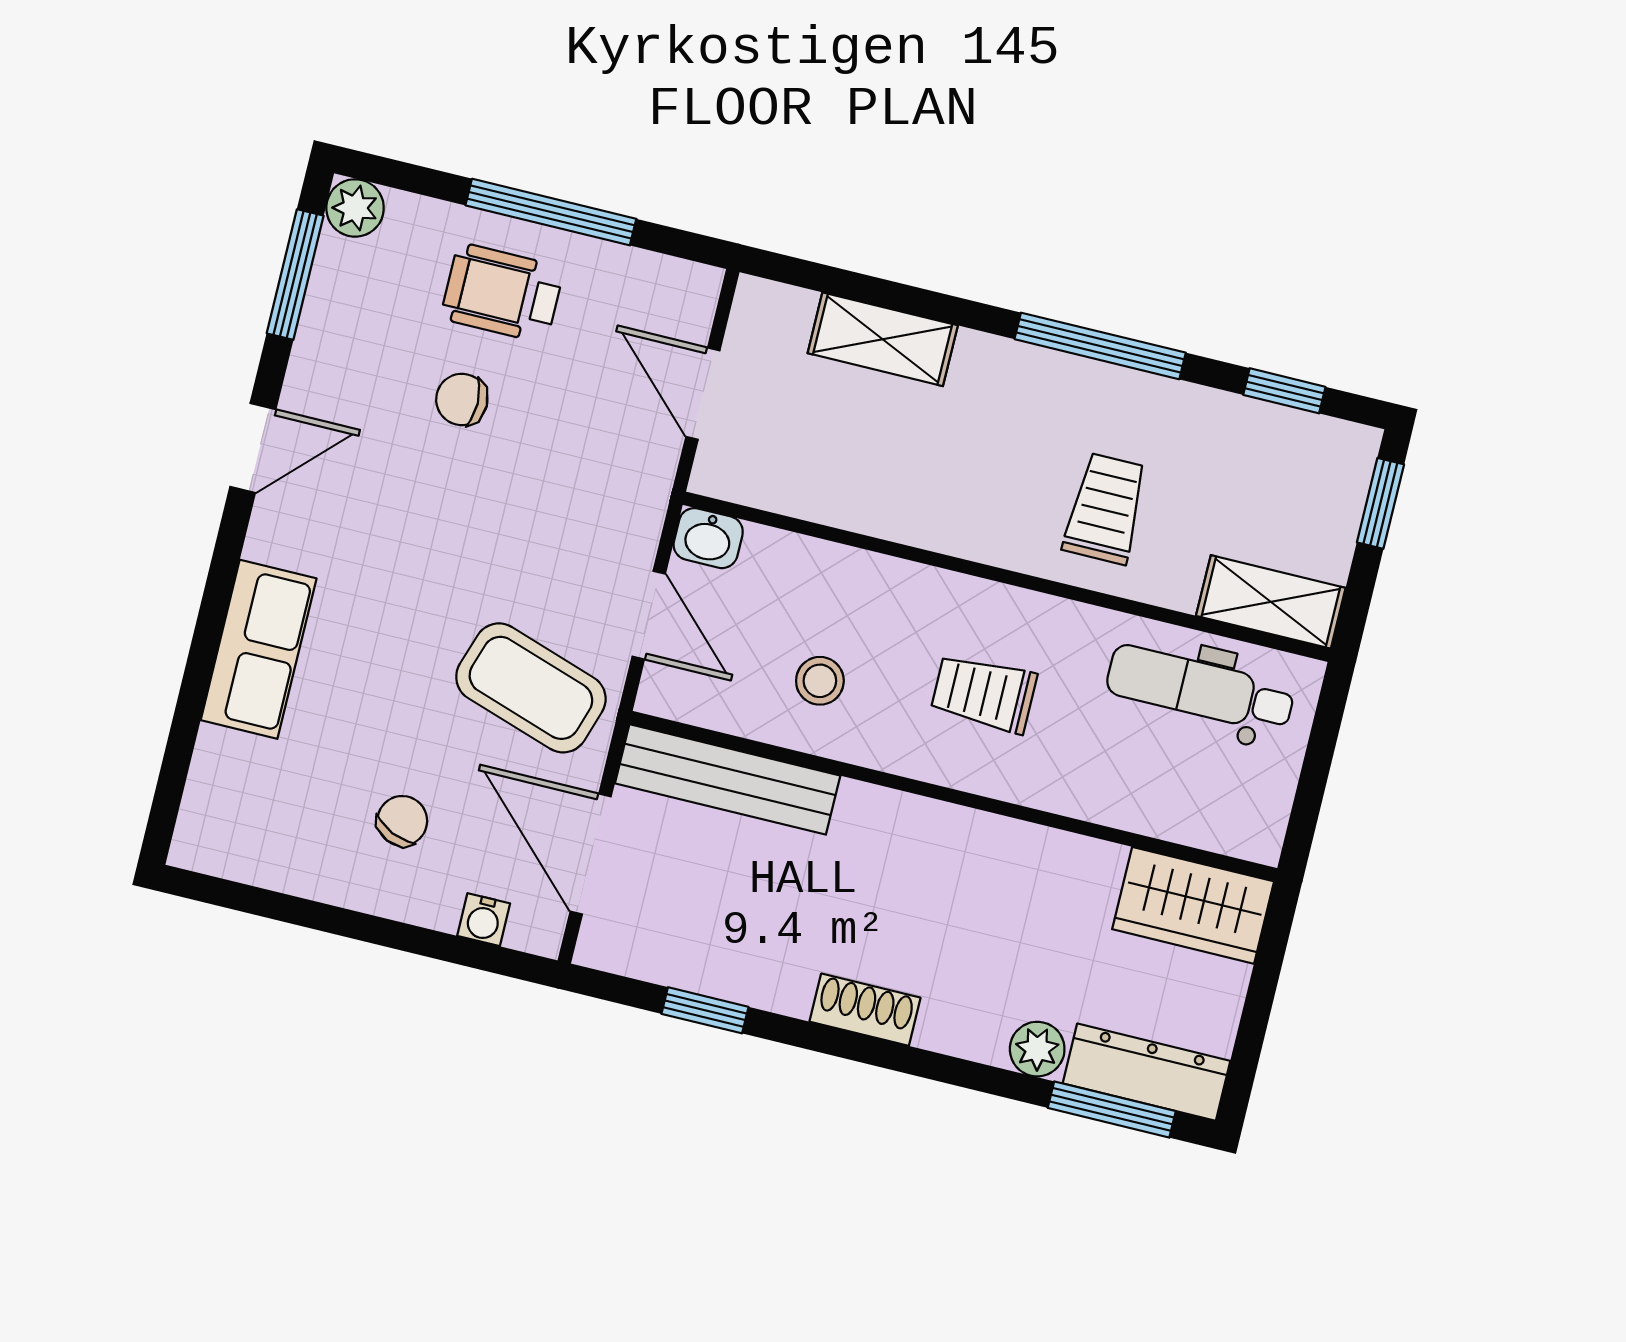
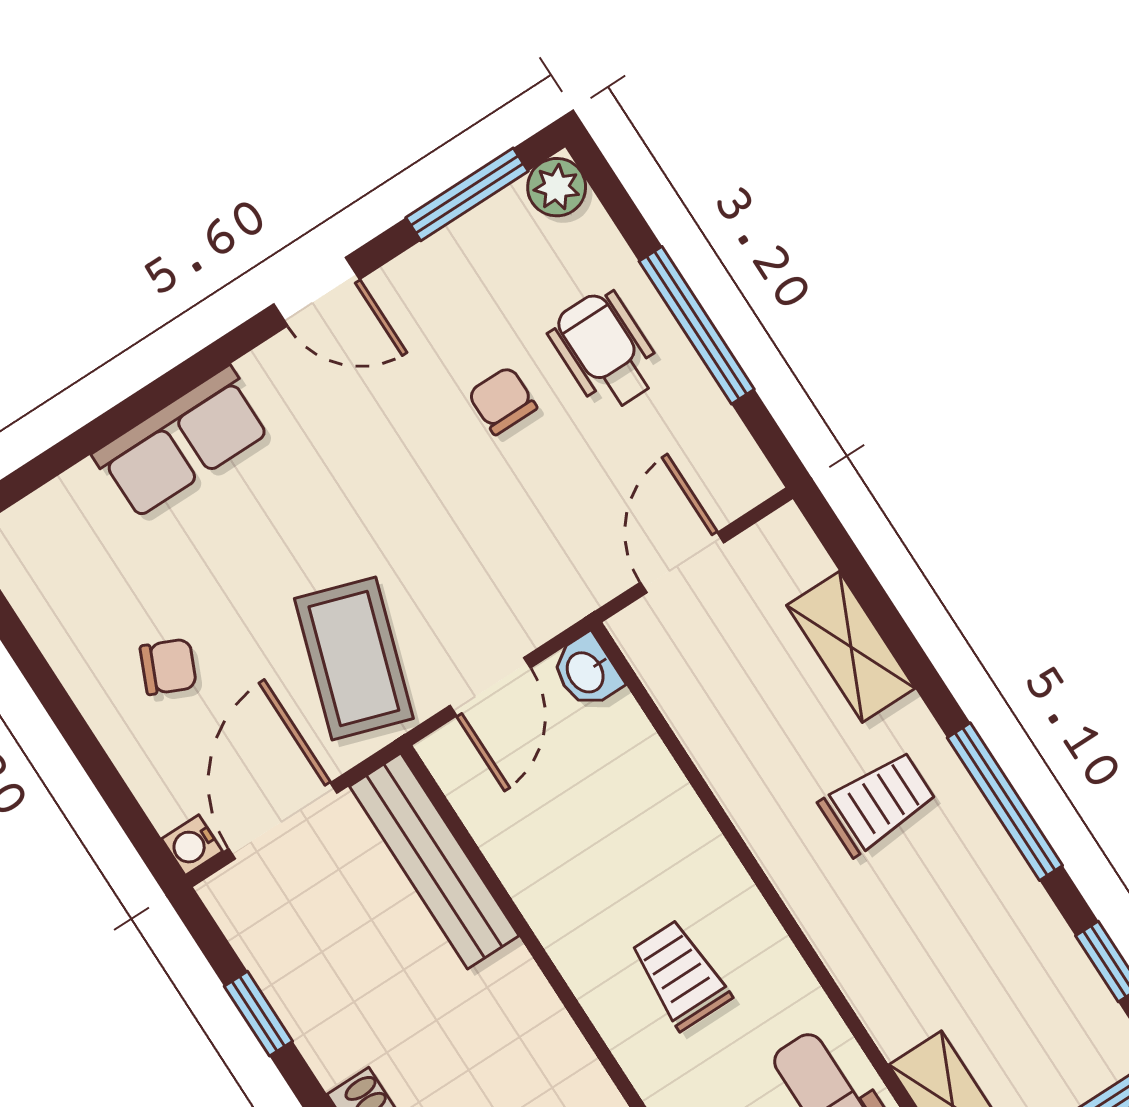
trolley: (1105, 509) -> (878, 803), moved
stool: (820, 681) -> (570, 853), removed
water cooler: (484, 920) -> (192, 845), moved

